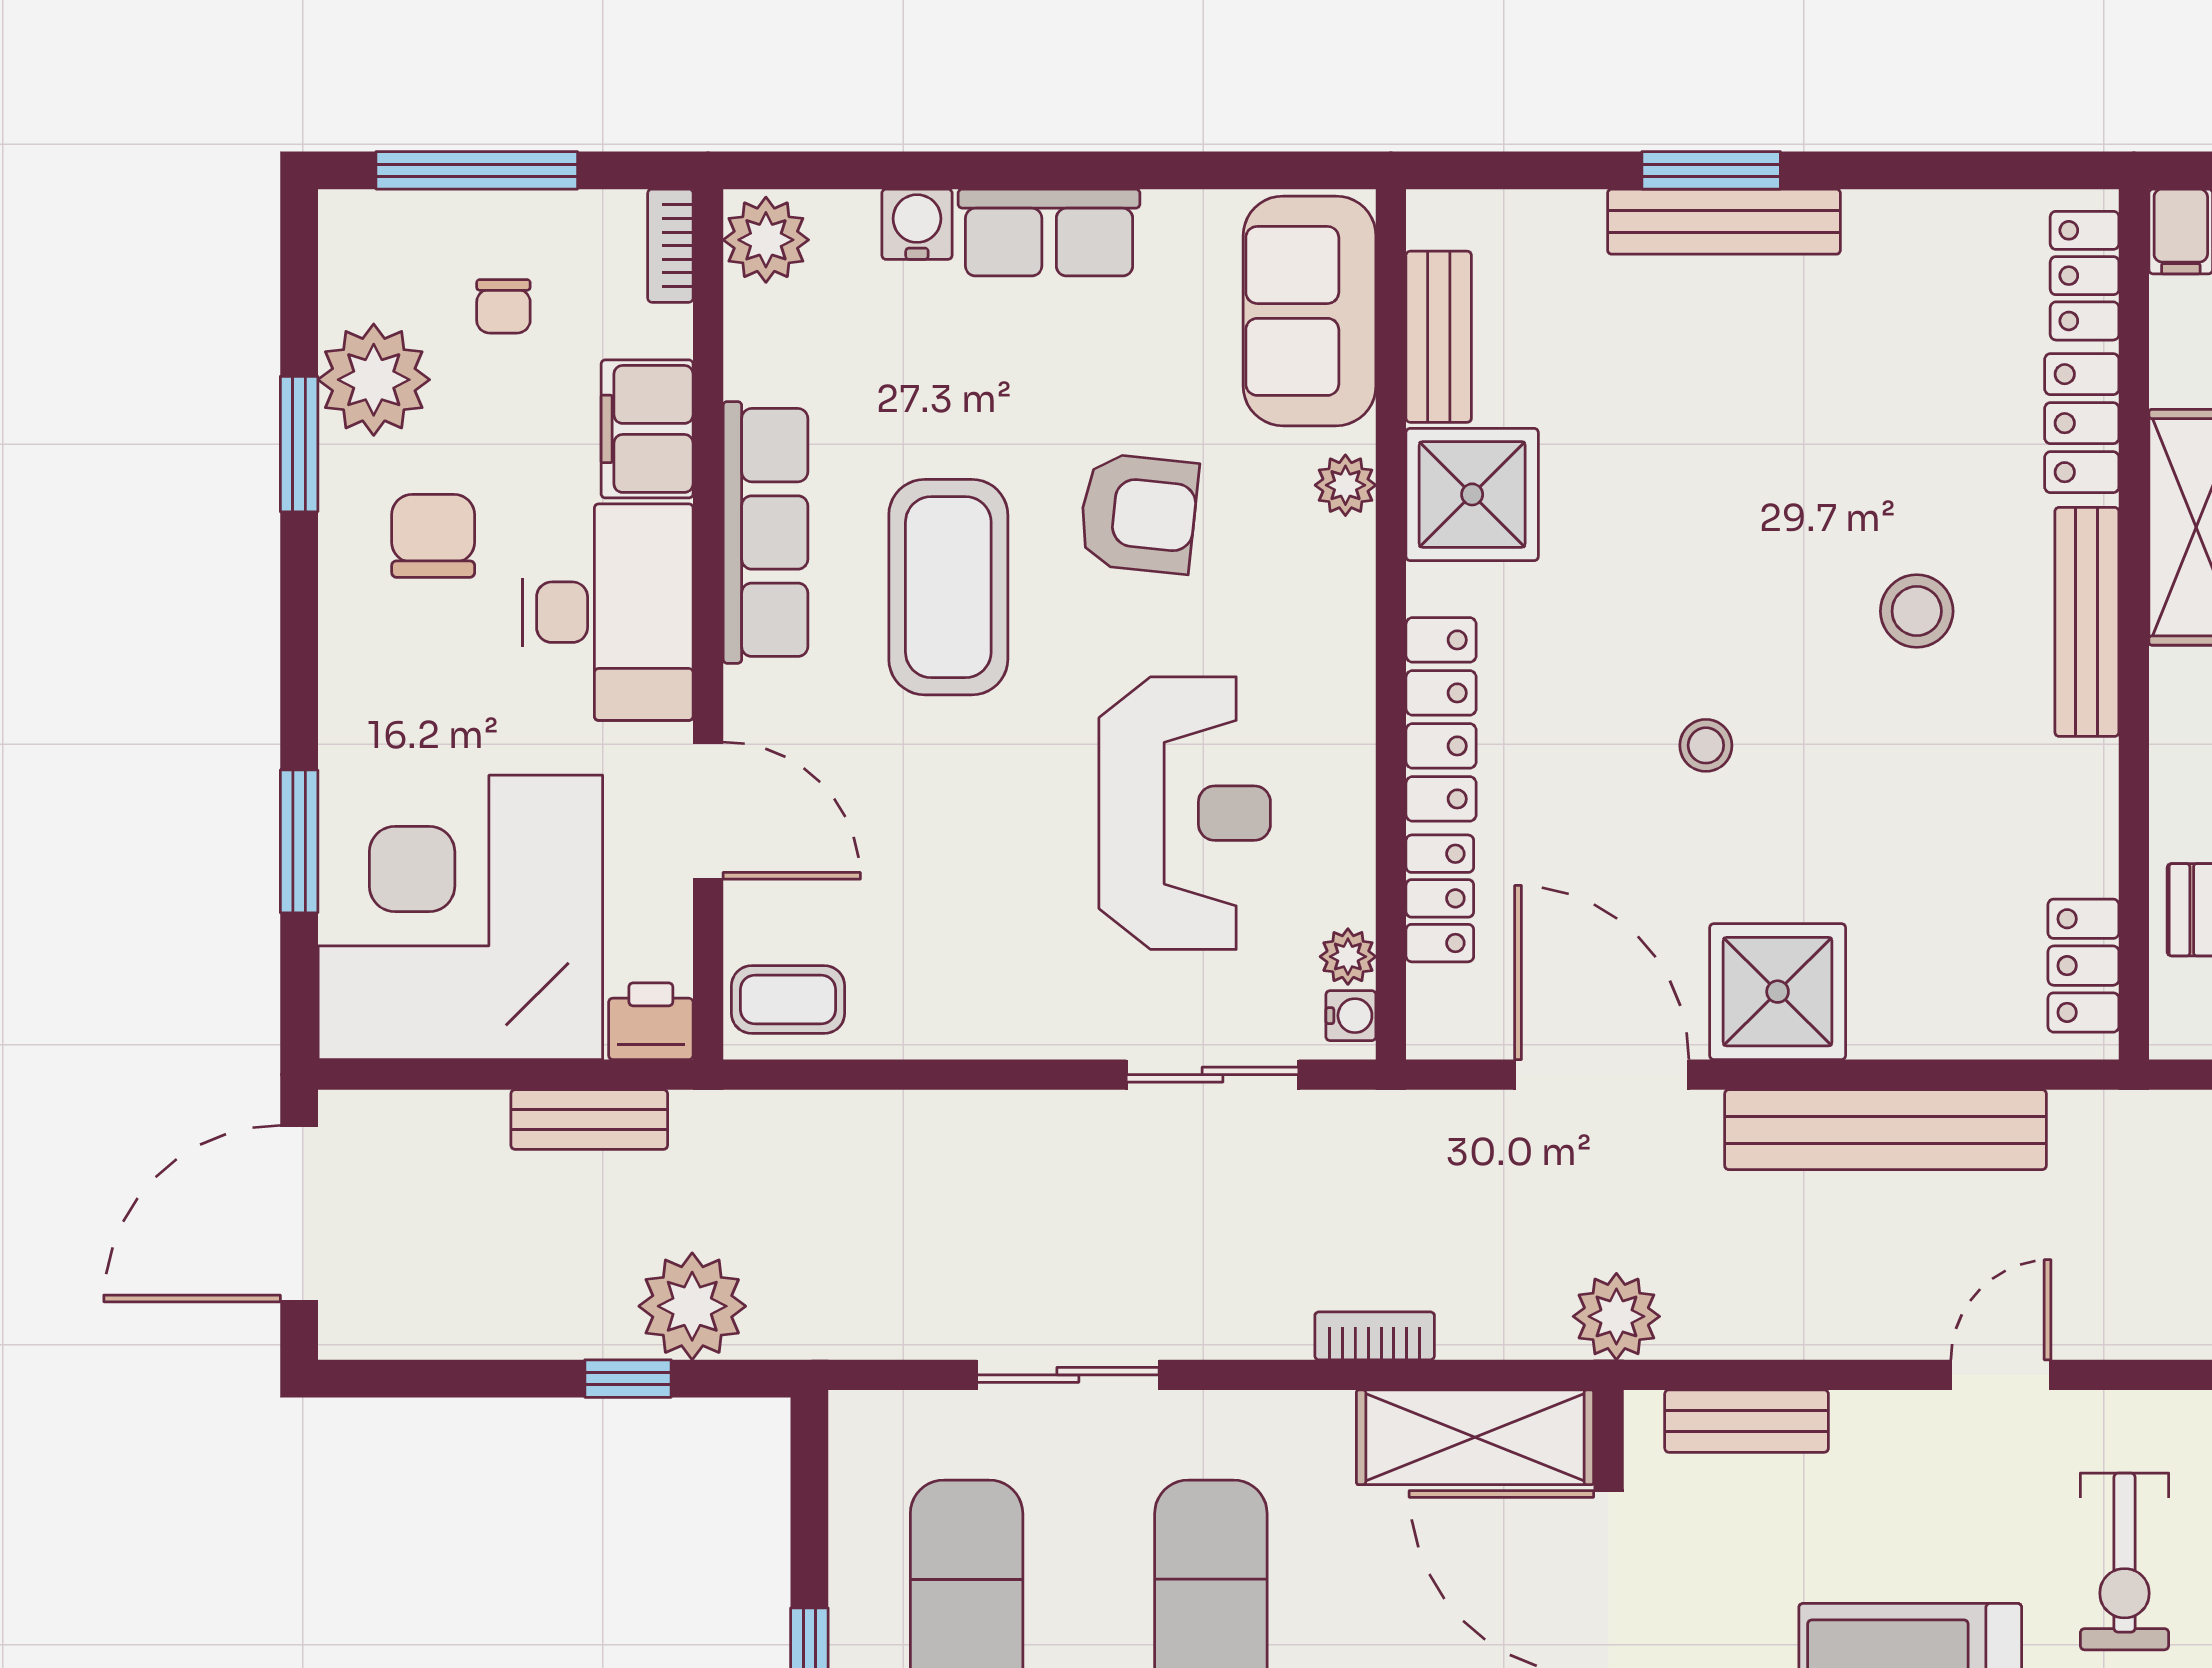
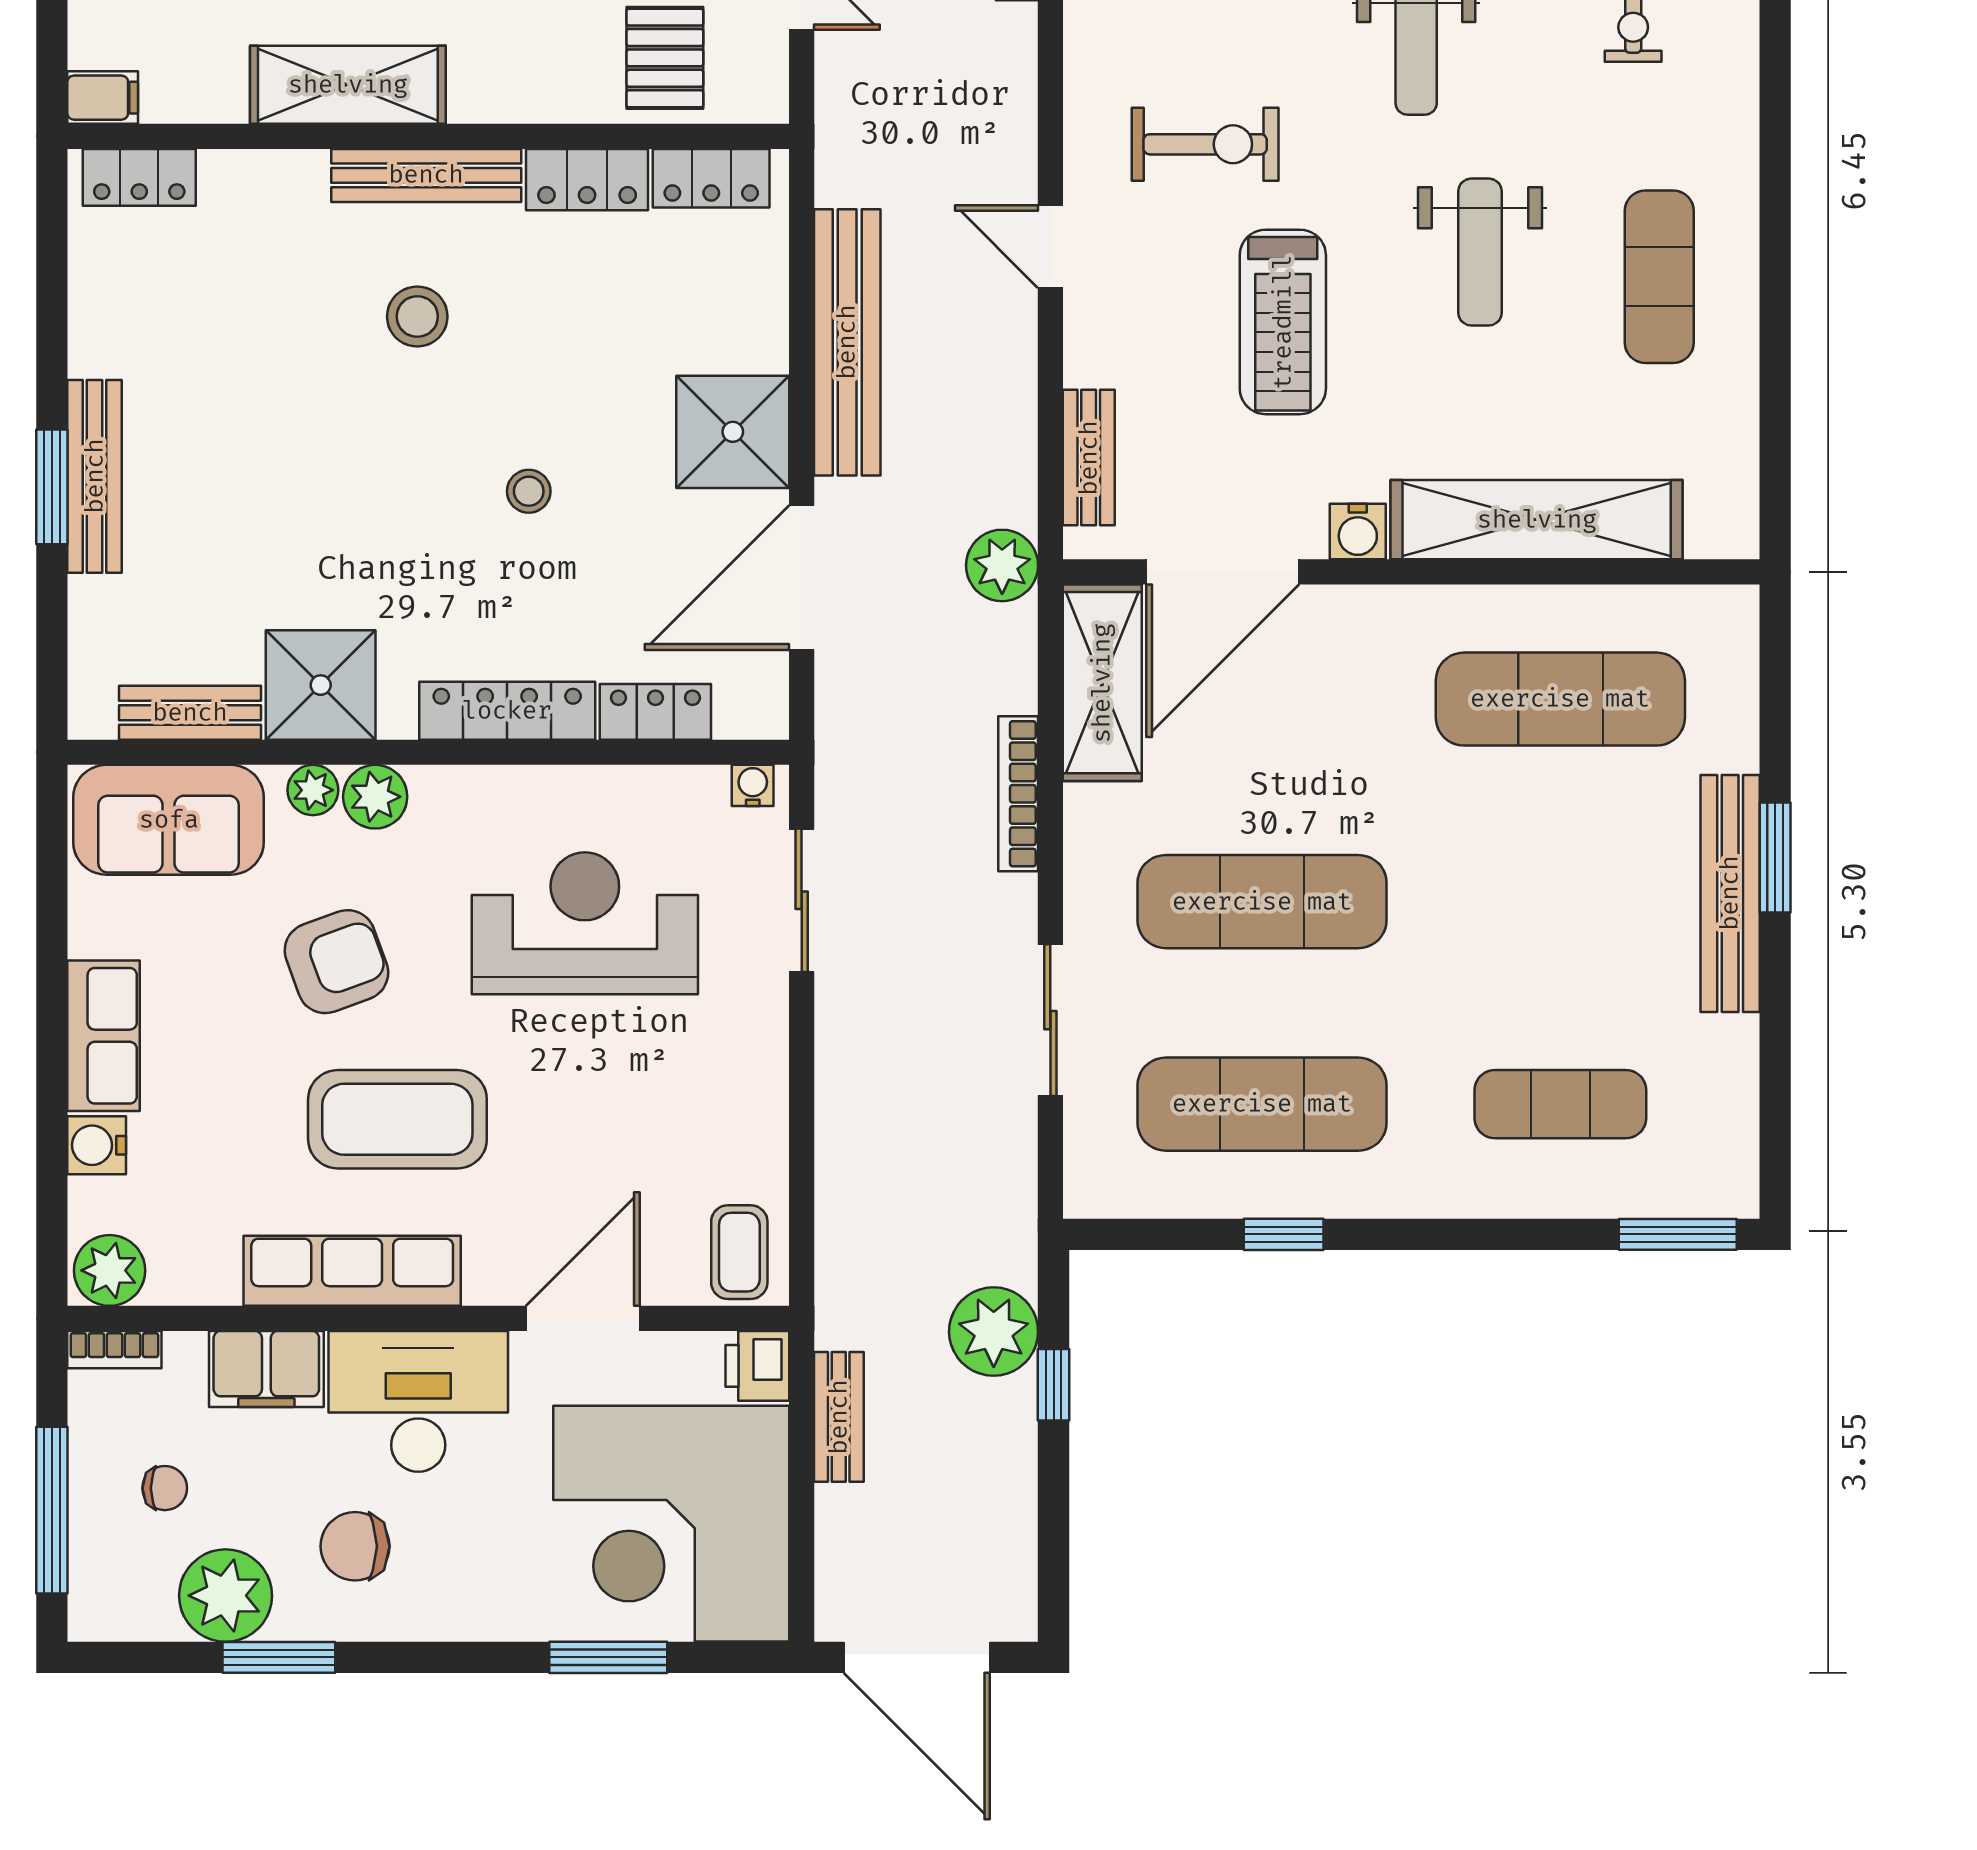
locker: (2082, 423) -> (587, 180), moved
armchair: (1138, 513) -> (336, 962), turned 64
plant: (1348, 957) -> (375, 797), moved, width x1.38, depth x1.38
bookcase: (1375, 1336) -> (1018, 794), width x1.56

